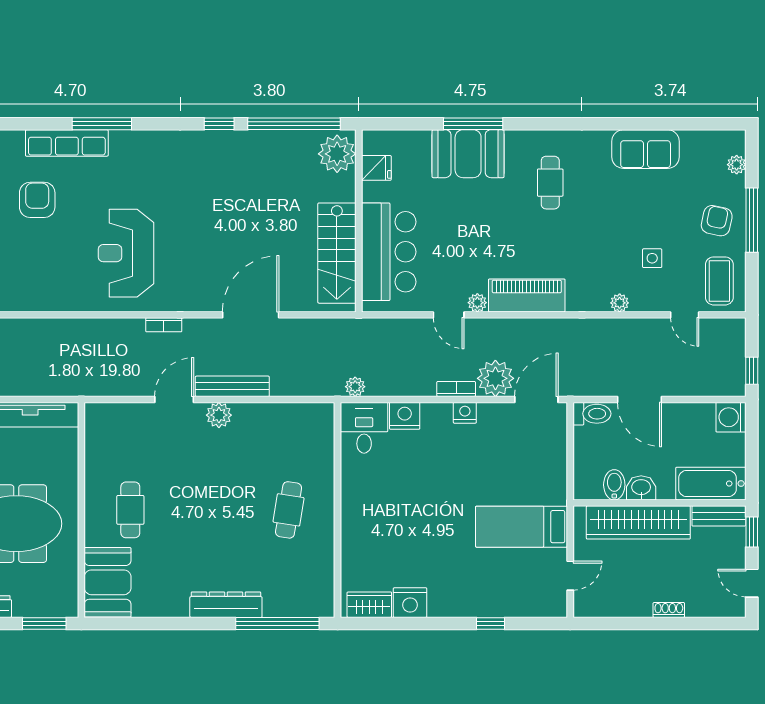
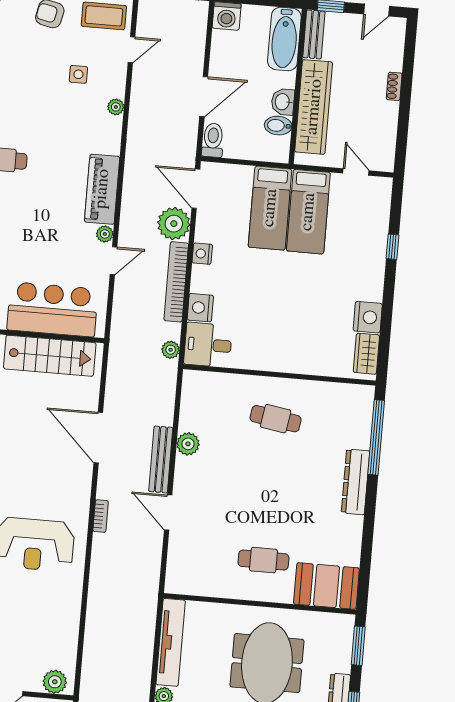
bookcase: (456, 389) -> (176, 282), width x2.31, depth x1.31
plant: (219, 415) -> (188, 444), moved
bed: (522, 484) -> (270, 208), added

